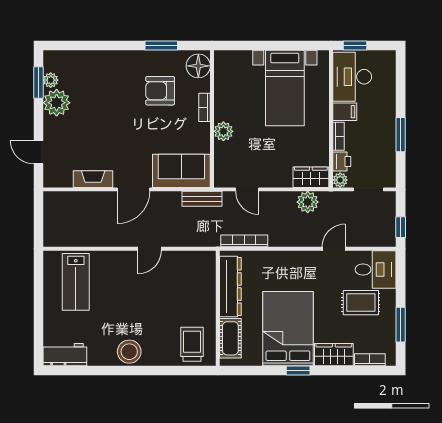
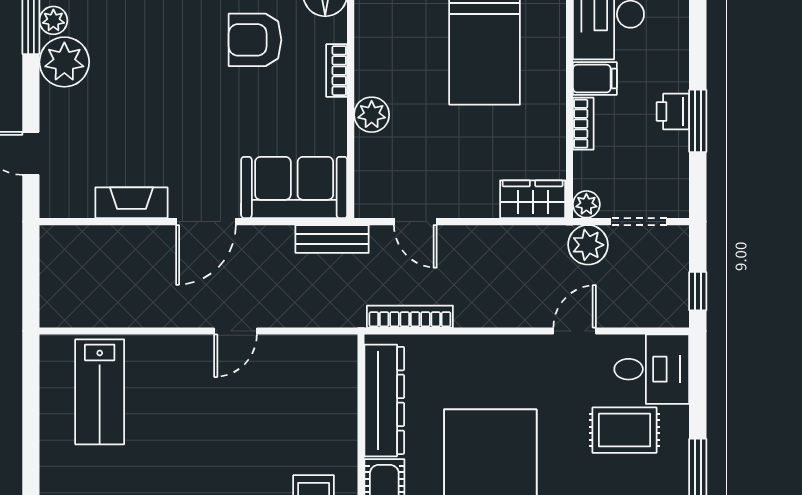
printer: (342, 161) -> (673, 112), moved, turned 180
plant: (308, 202) -> (588, 245), moved

